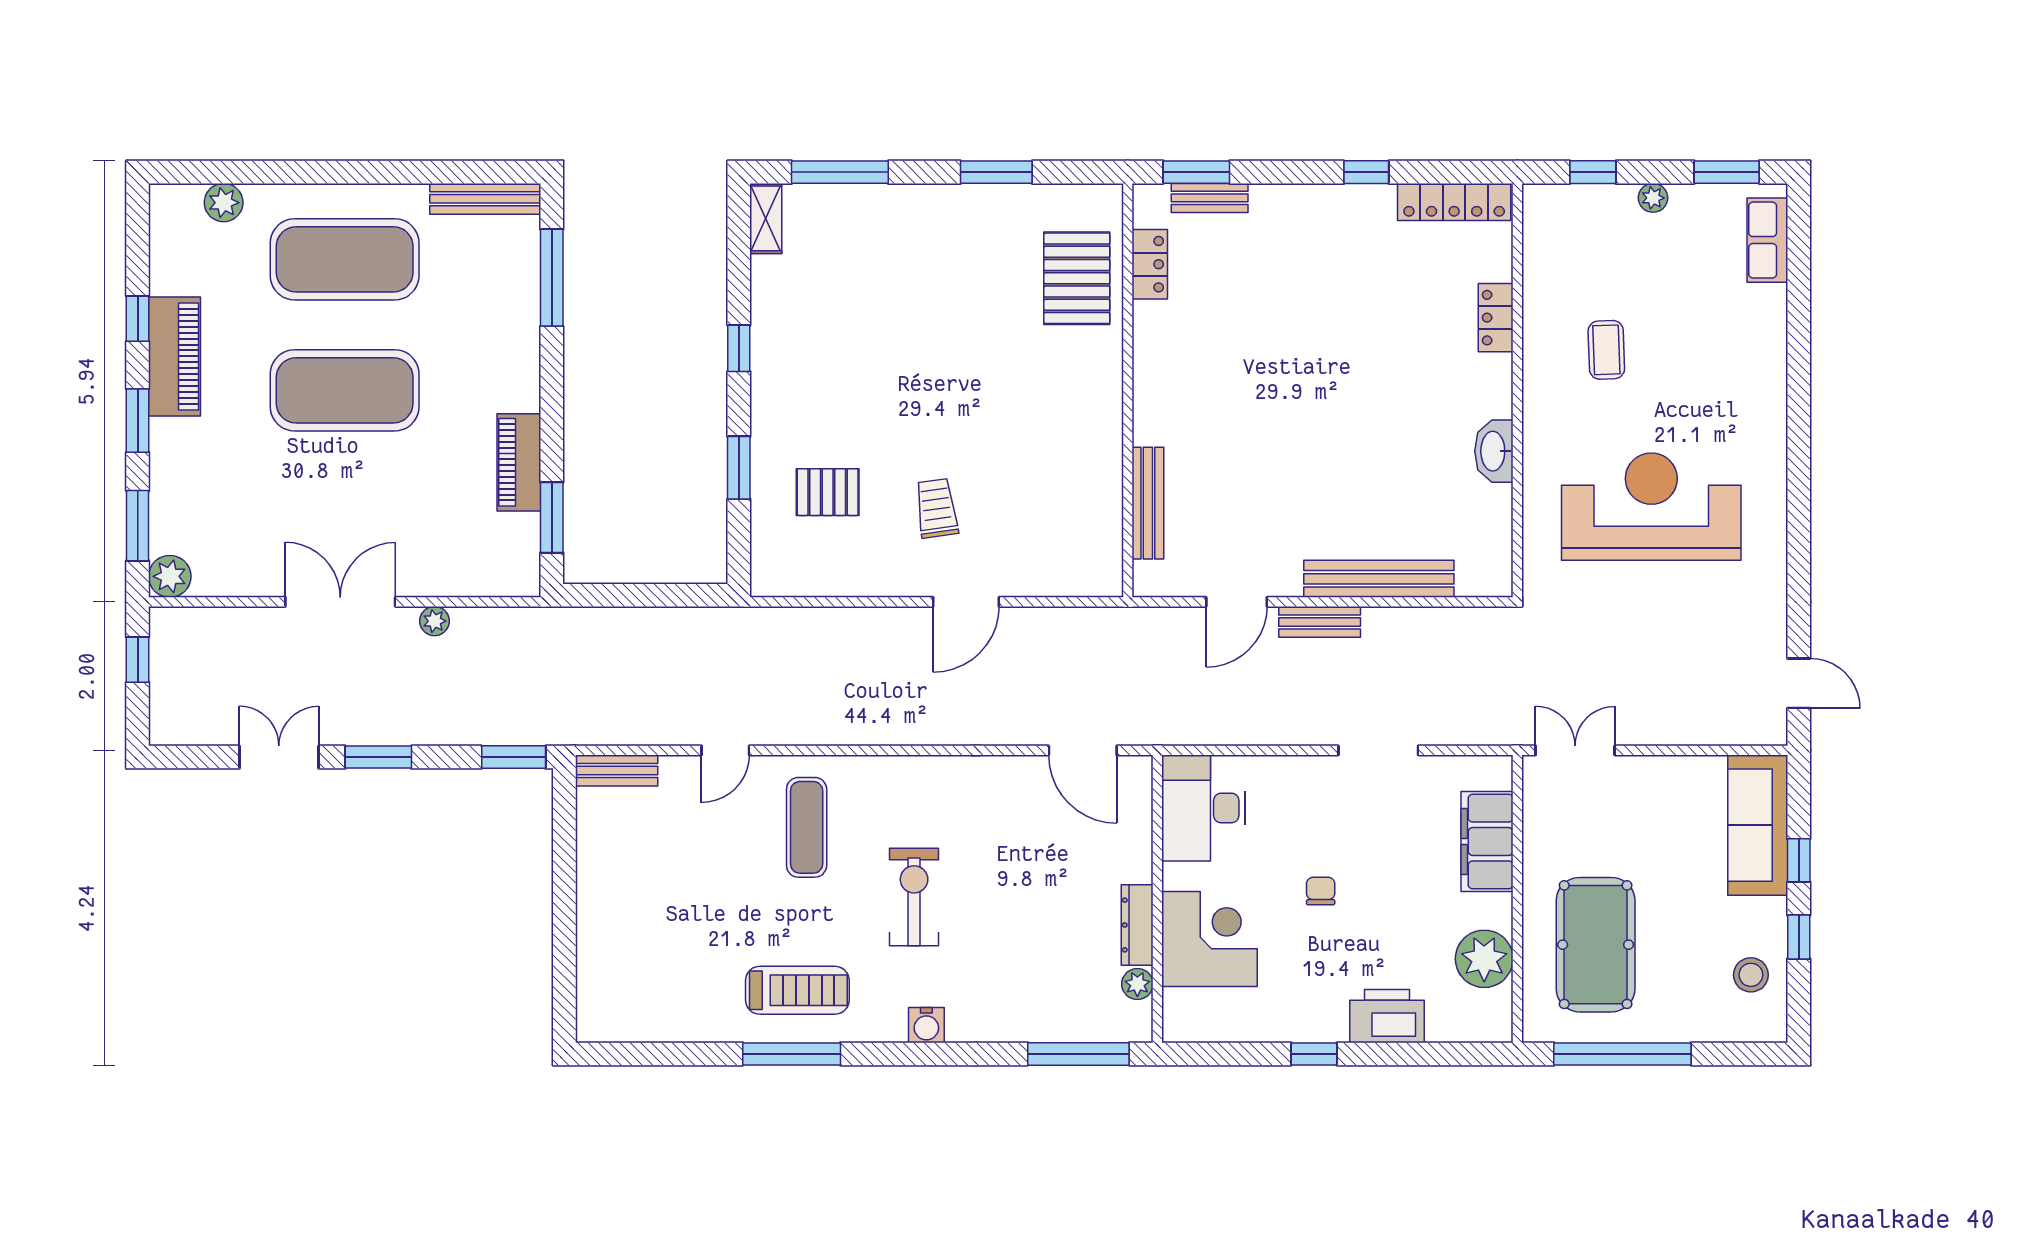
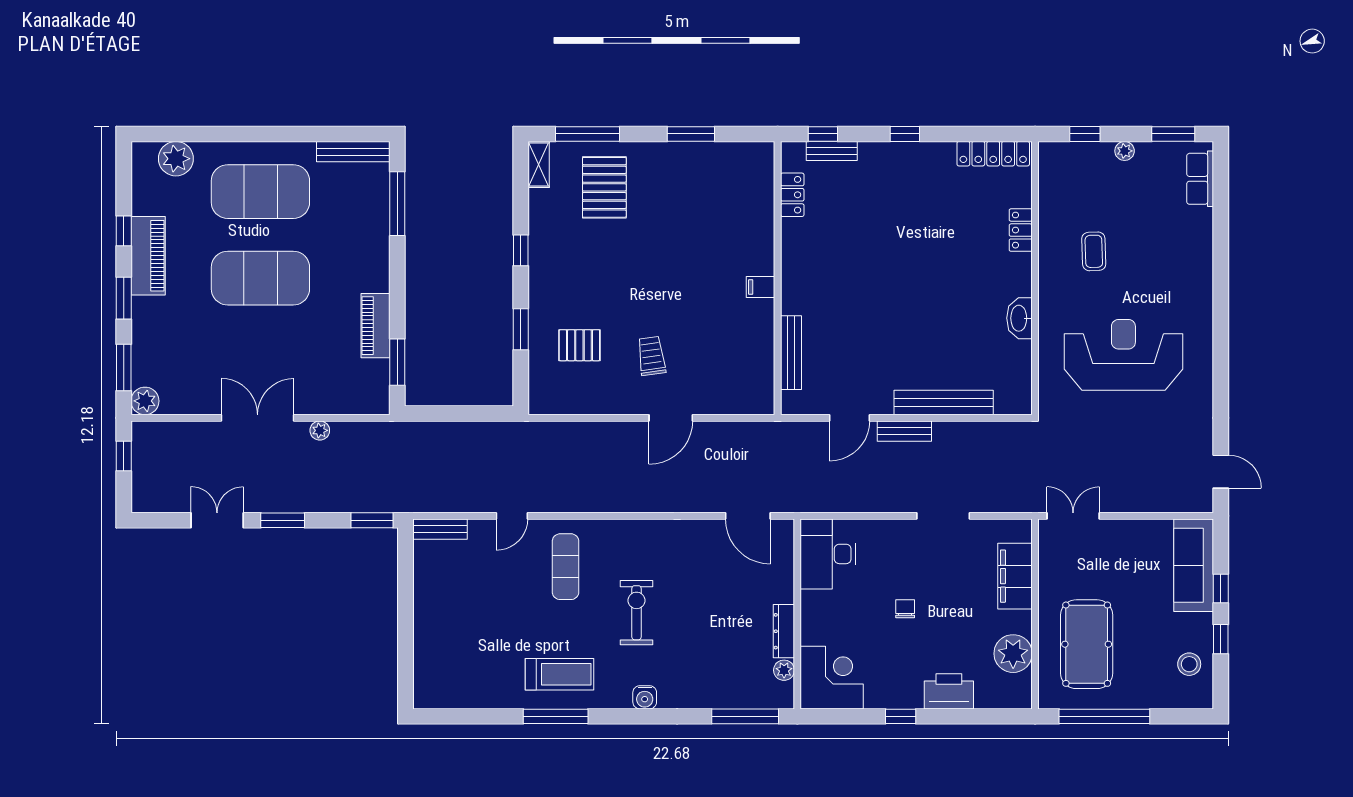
window: (1196, 172) -> (823, 134), width x0.67
window: (1366, 172) -> (905, 134), moved
plant: (224, 203) -> (176, 159), width x1.36, depth x1.36
pallet: (1077, 278) -> (604, 187), moved
filing cabinet: (1102, 404) -> (761, 287), added
corner desk: (1210, 939) -> (832, 678), moved

